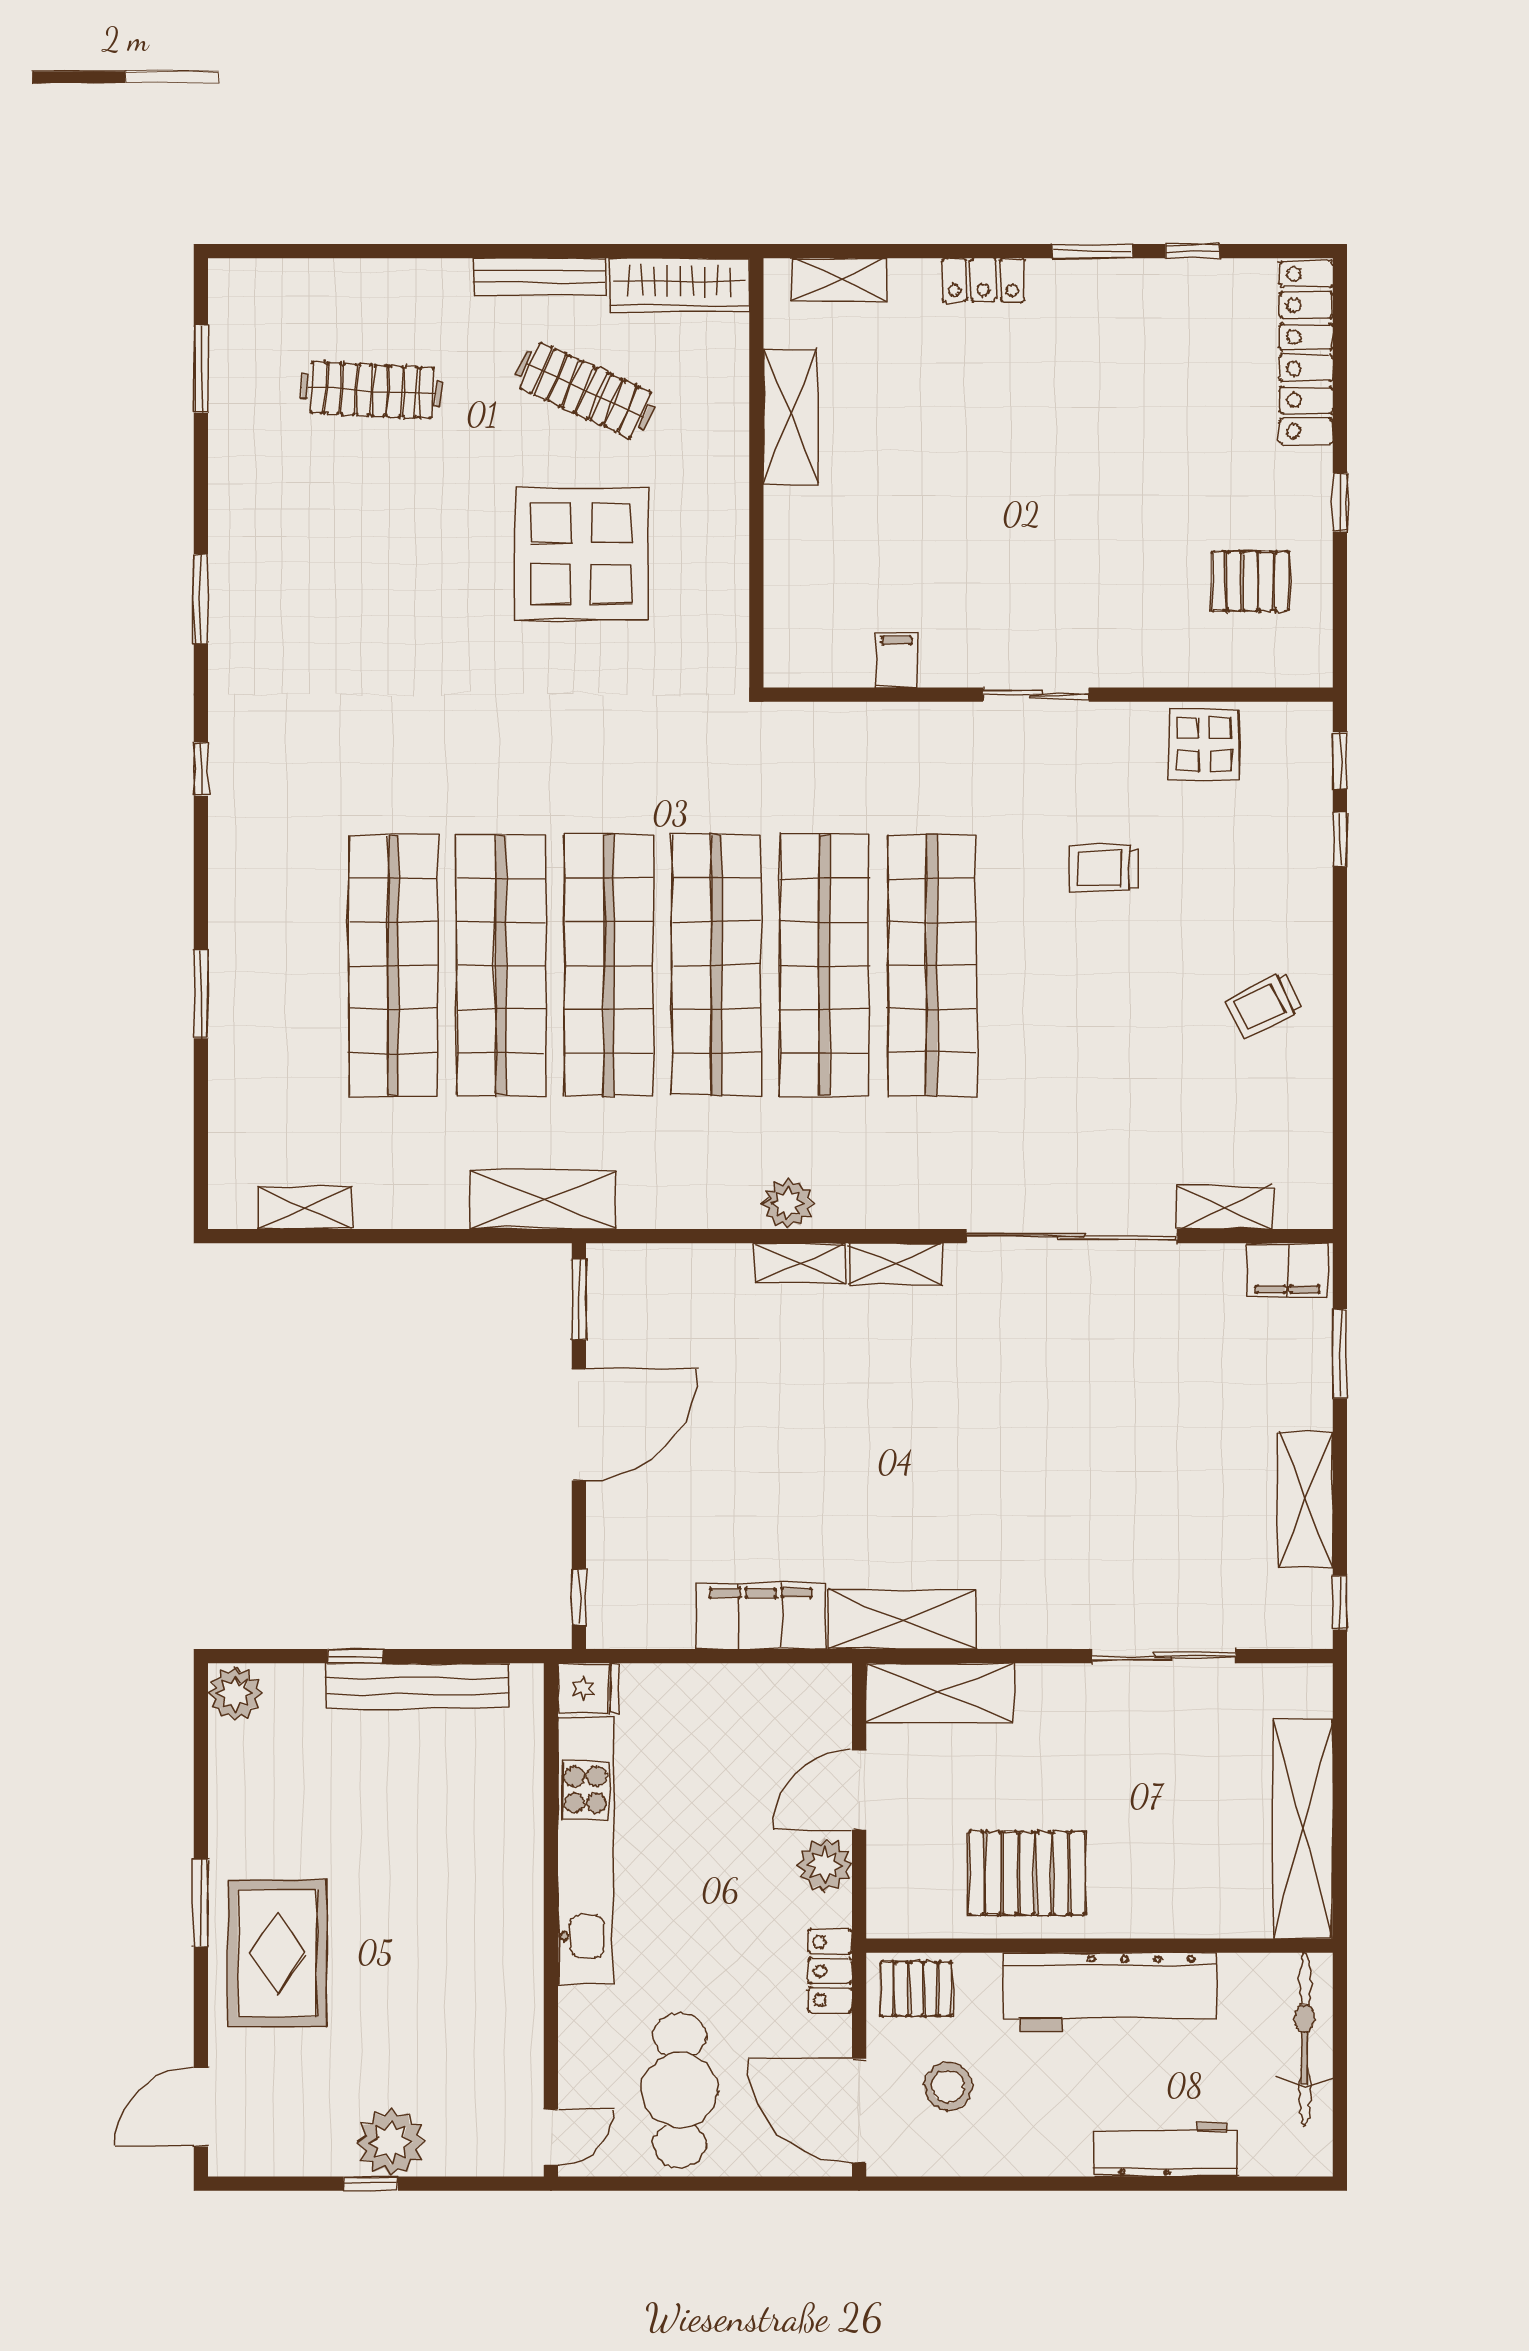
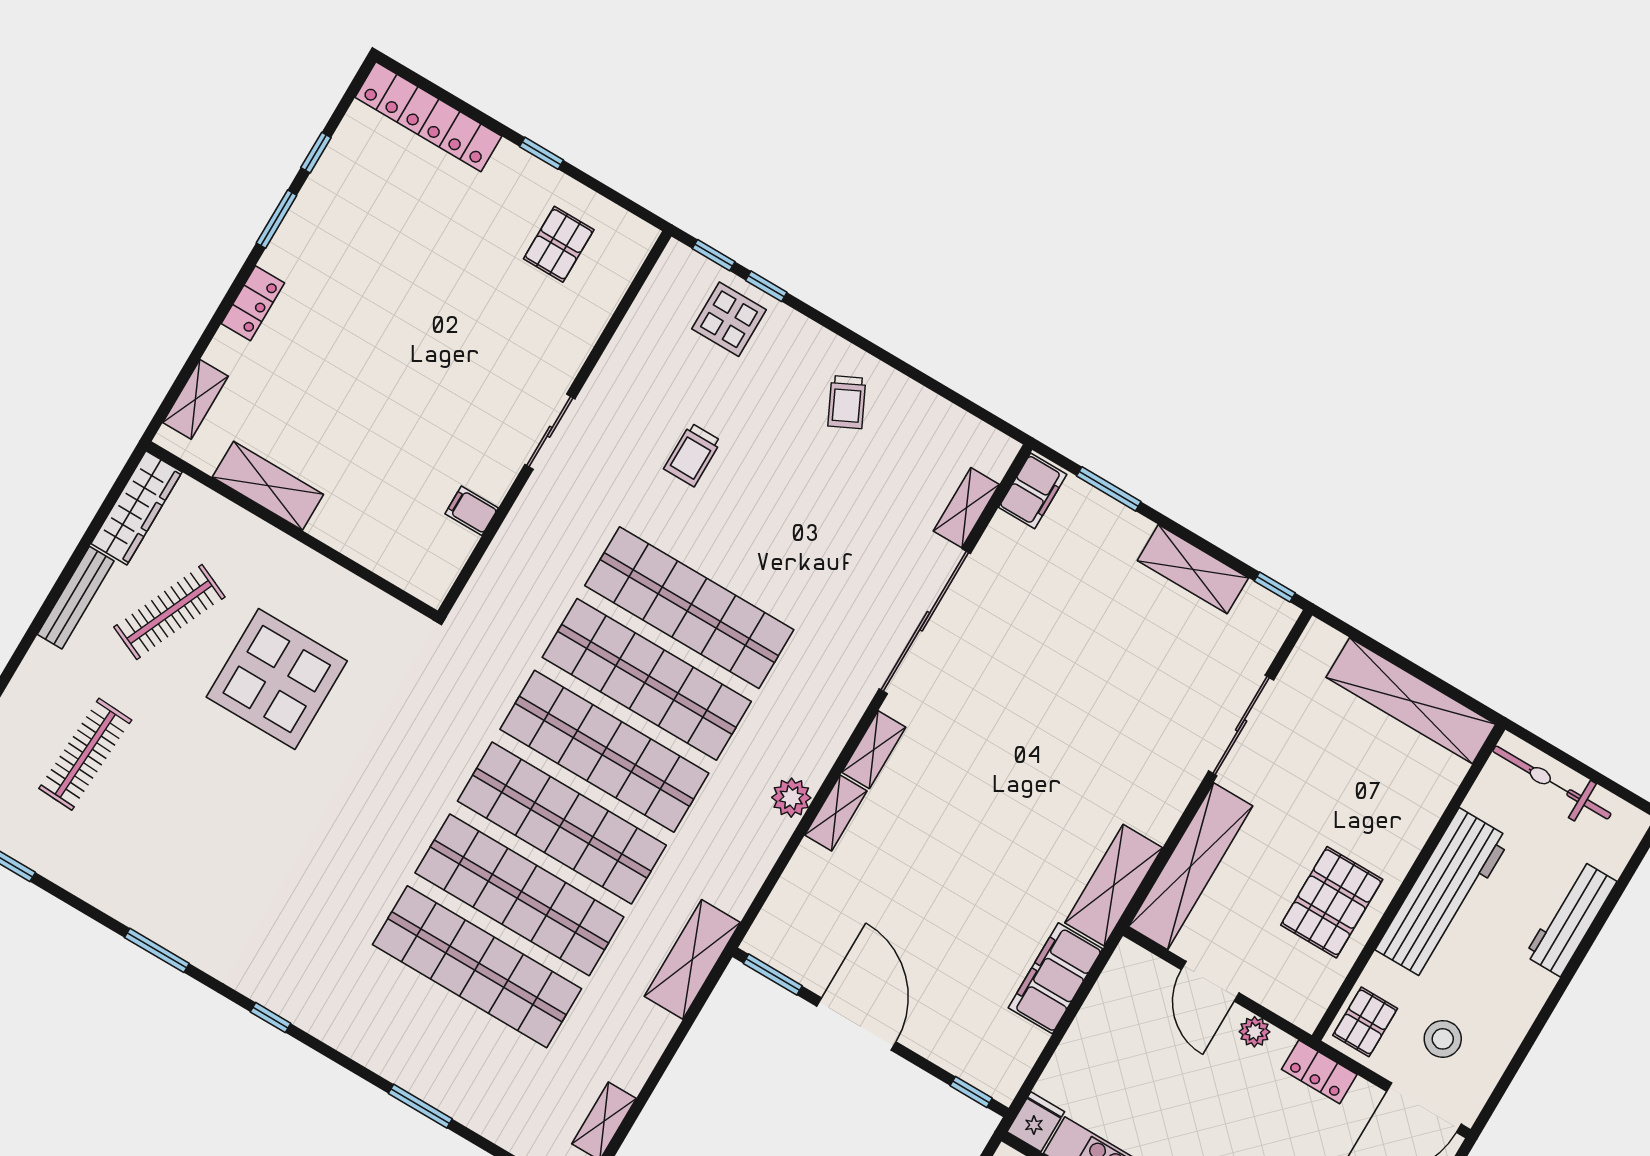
display table: (1204, 744) -> (729, 319), moved
shelving: (940, 1693) -> (1191, 866), width x1.47
plant: (825, 1865) -> (1254, 1032), width x0.73, depth x0.73

